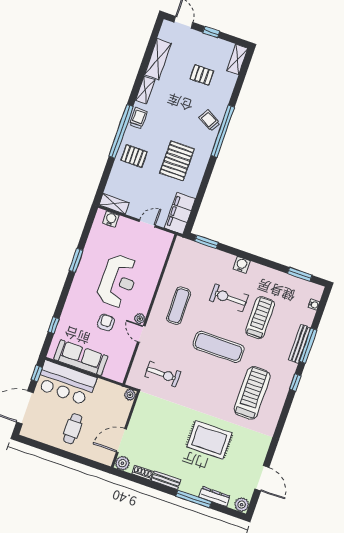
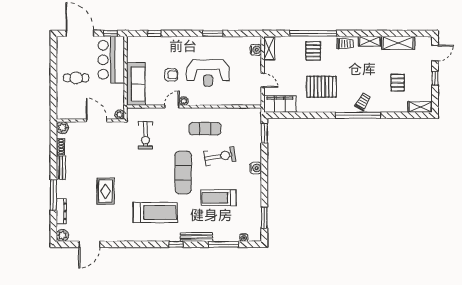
window: (121, 131) -> (313, 33), moved
exercise bike: (229, 298) -> (220, 156), moved, turned 81
treadmill: (260, 318) -> (218, 198), turned 180
bench: (300, 344) -> (196, 237), moved
window: (308, 346) -> (224, 244), moved
sofa: (81, 358) -> (136, 84), moved
rug: (209, 440) -> (105, 191), width x0.73, depth x0.70
door: (121, 441) -> (97, 120), moved

